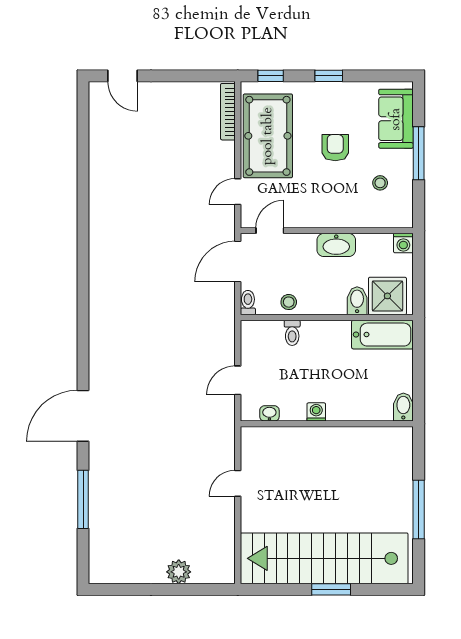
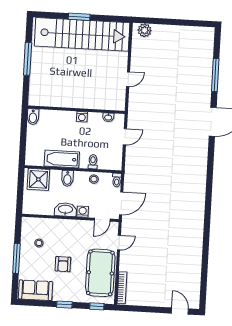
sofa: (396, 119) -> (35, 290), moved, turned -90
washing machine: (403, 243) -> (83, 212), moved
bidet: (357, 301) -> (67, 178), moved
bathtub: (382, 335) -> (62, 159), moved
plant: (179, 572) -> (145, 30), moved

